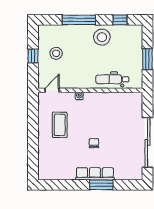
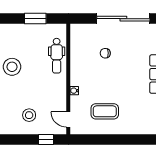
window: (33, 56) -> (46, 140), moved
chair: (94, 143) -> (105, 53), moved

